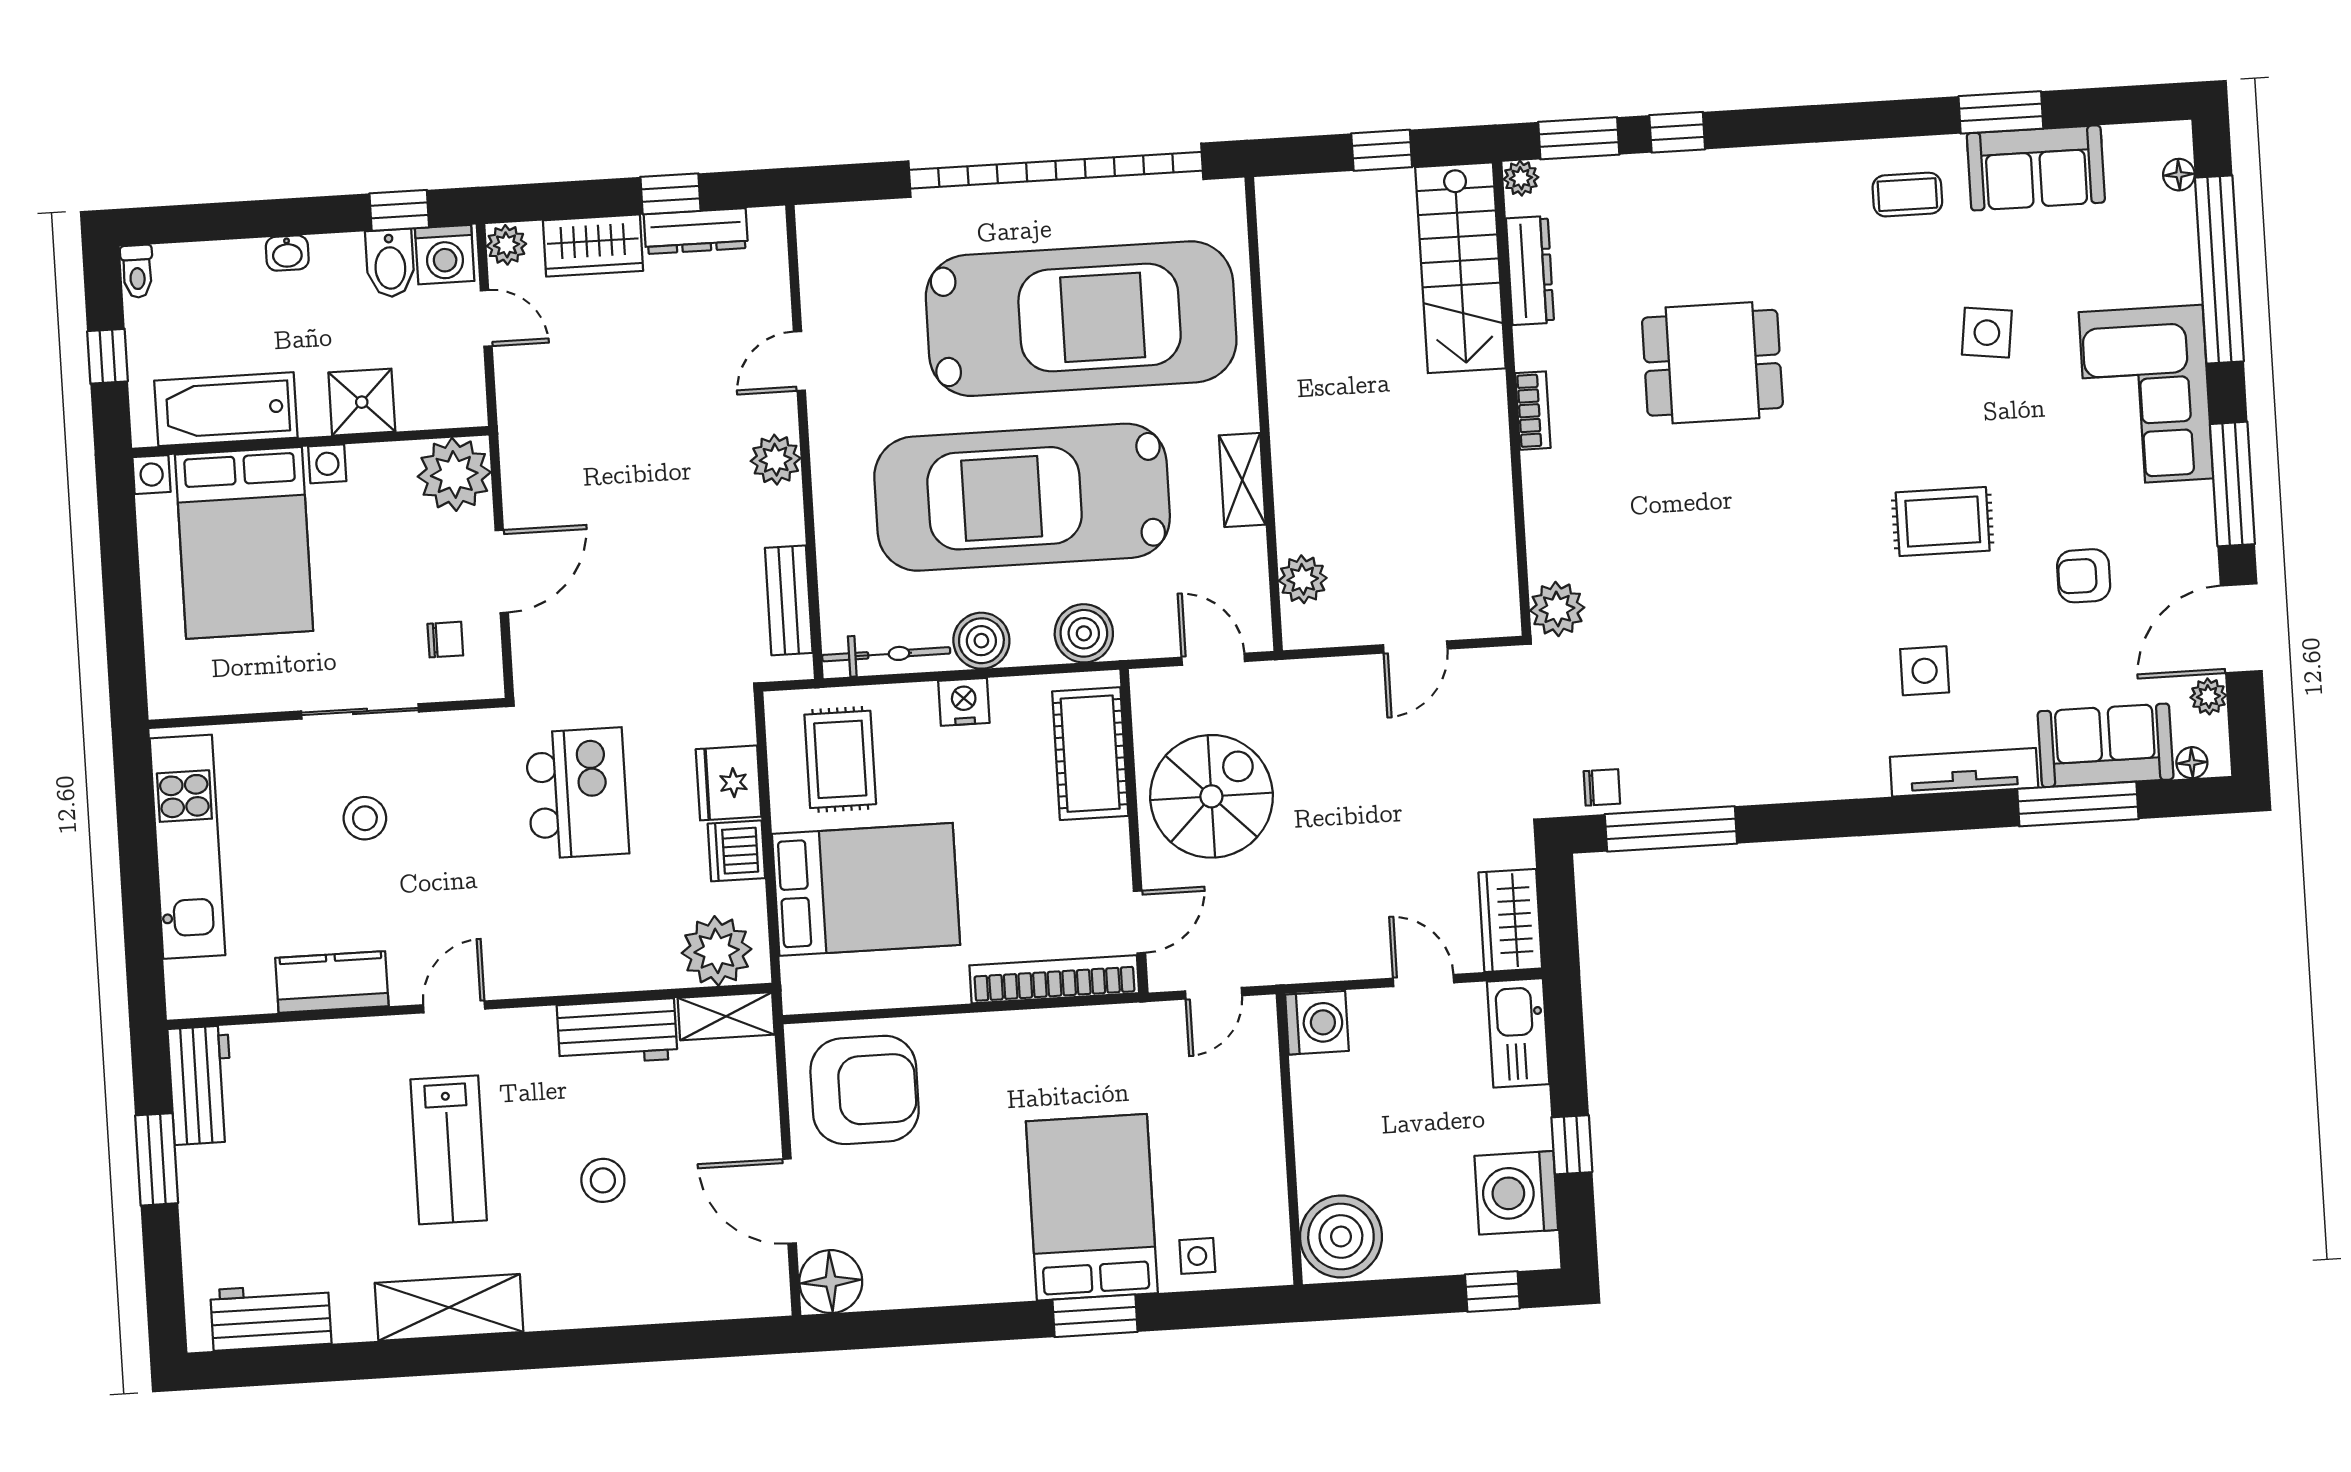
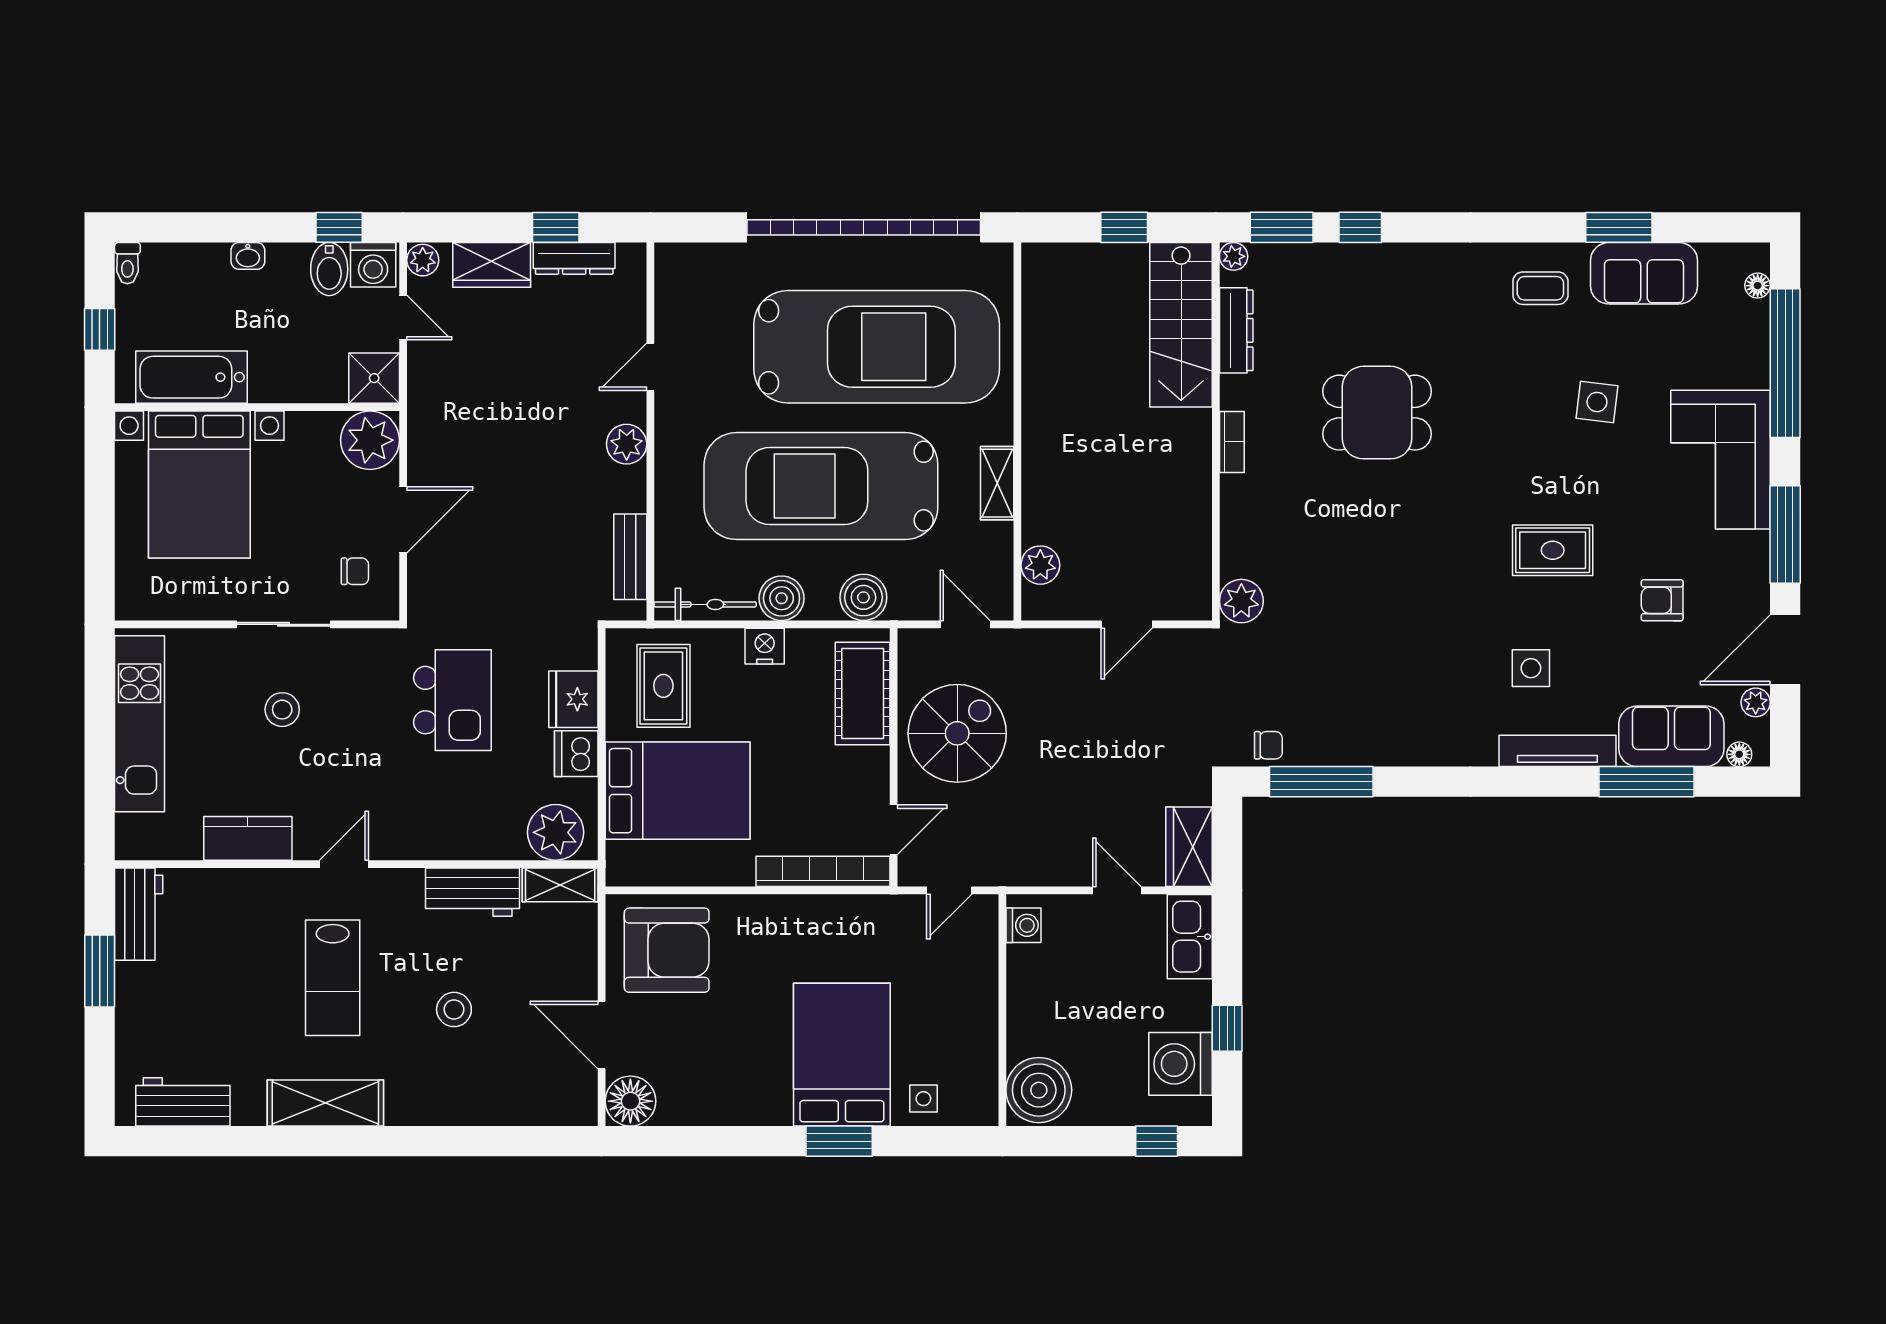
shower: (362, 402) -> (374, 378), moved
washing machine: (1317, 1023) -> (1023, 925), width x0.73, depth x0.73

